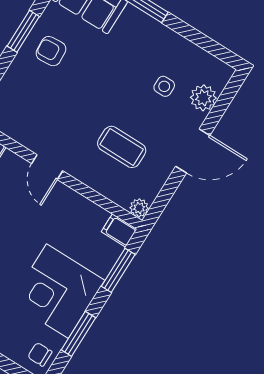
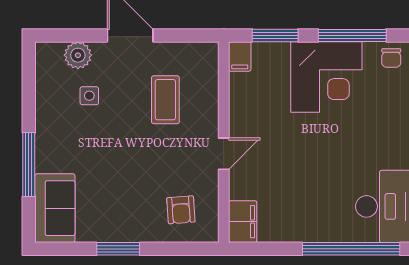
armchair: (51, 51) -> (181, 210), moved
plant: (139, 208) -> (209, 51), removed
window: (78, 334) -> (352, 35), width x1.44

